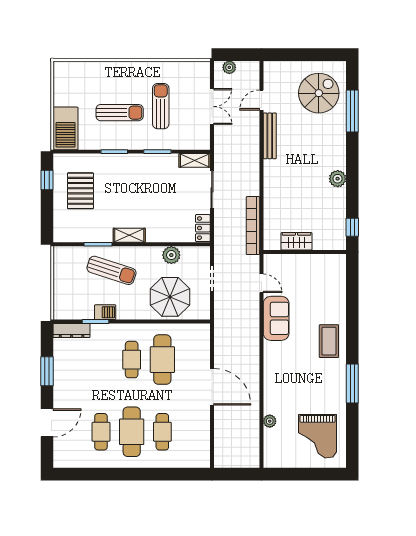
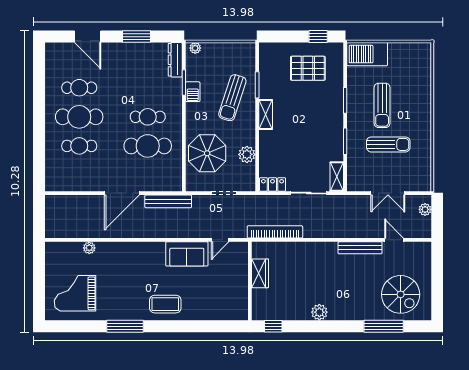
plant: (59, 310) -> (195, 48), added
bench: (221, 338) -> (168, 201), added

